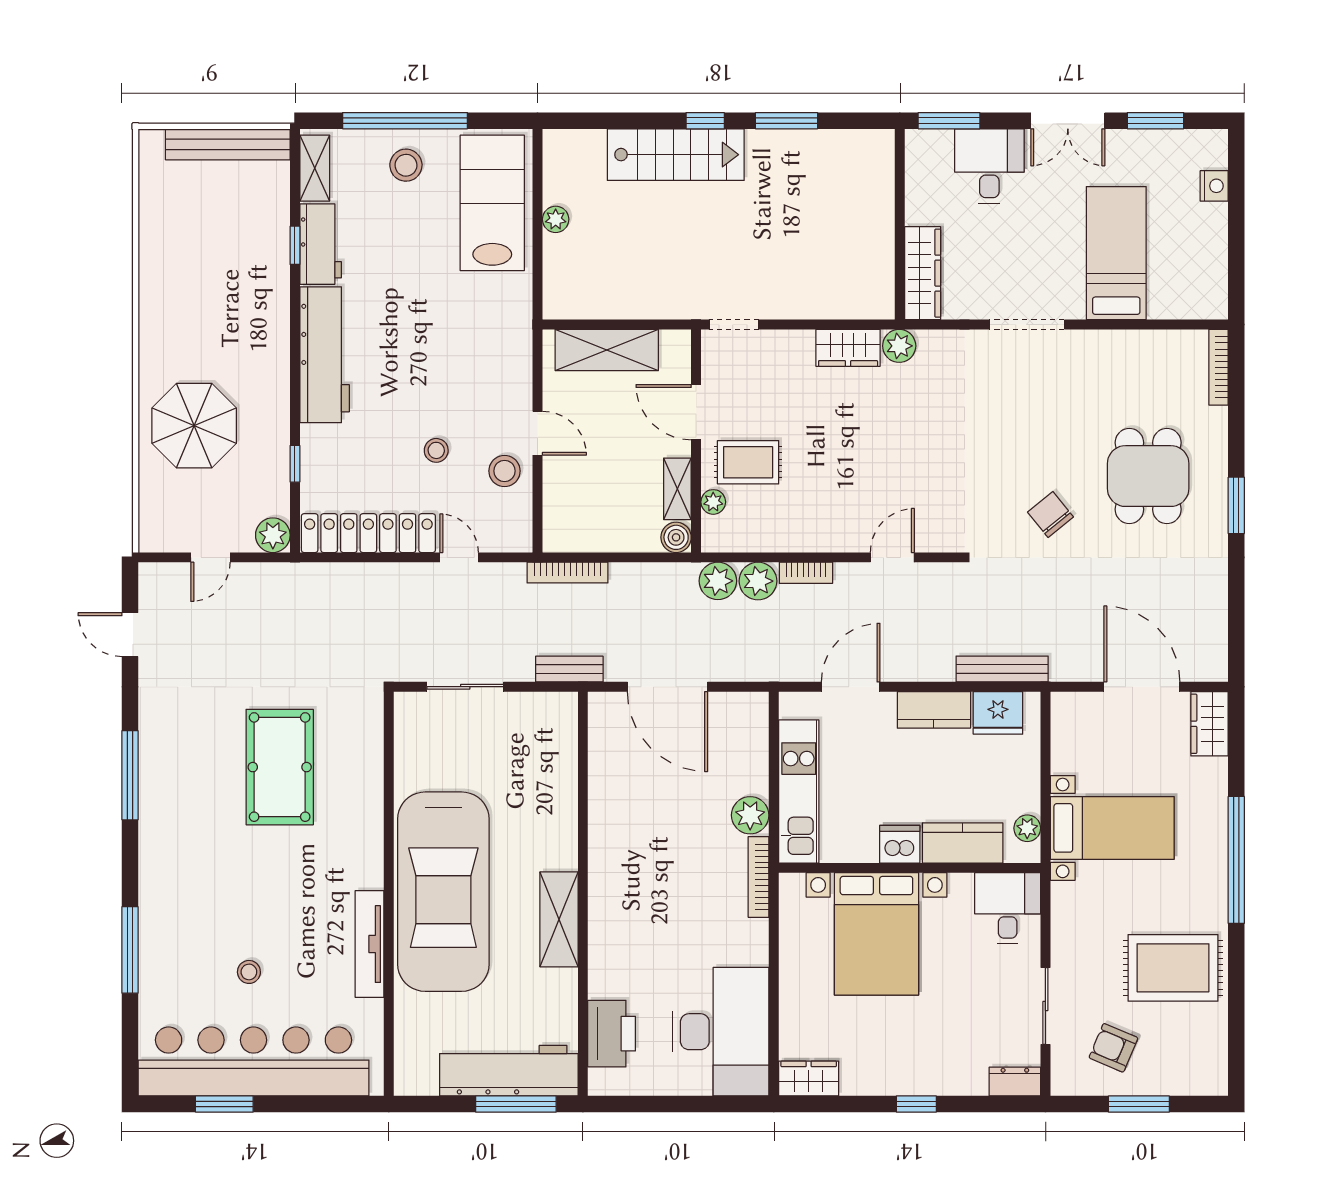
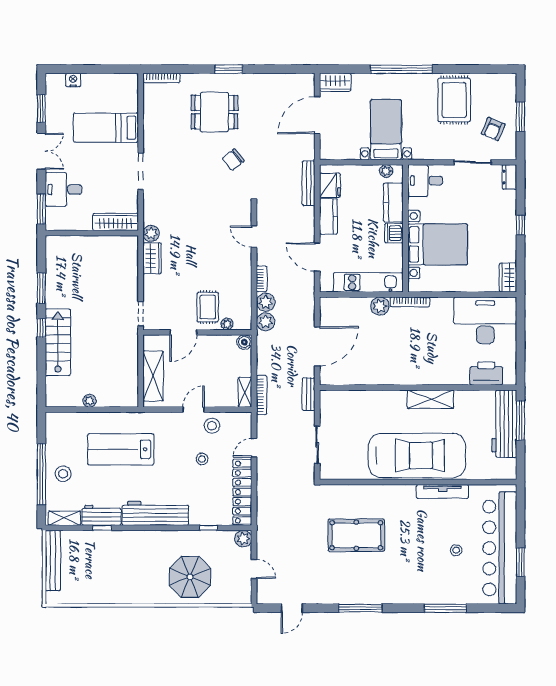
lab bench: (492, 203) -> (121, 449), moved
shelving: (677, 489) -> (245, 392), moved, turned 90

